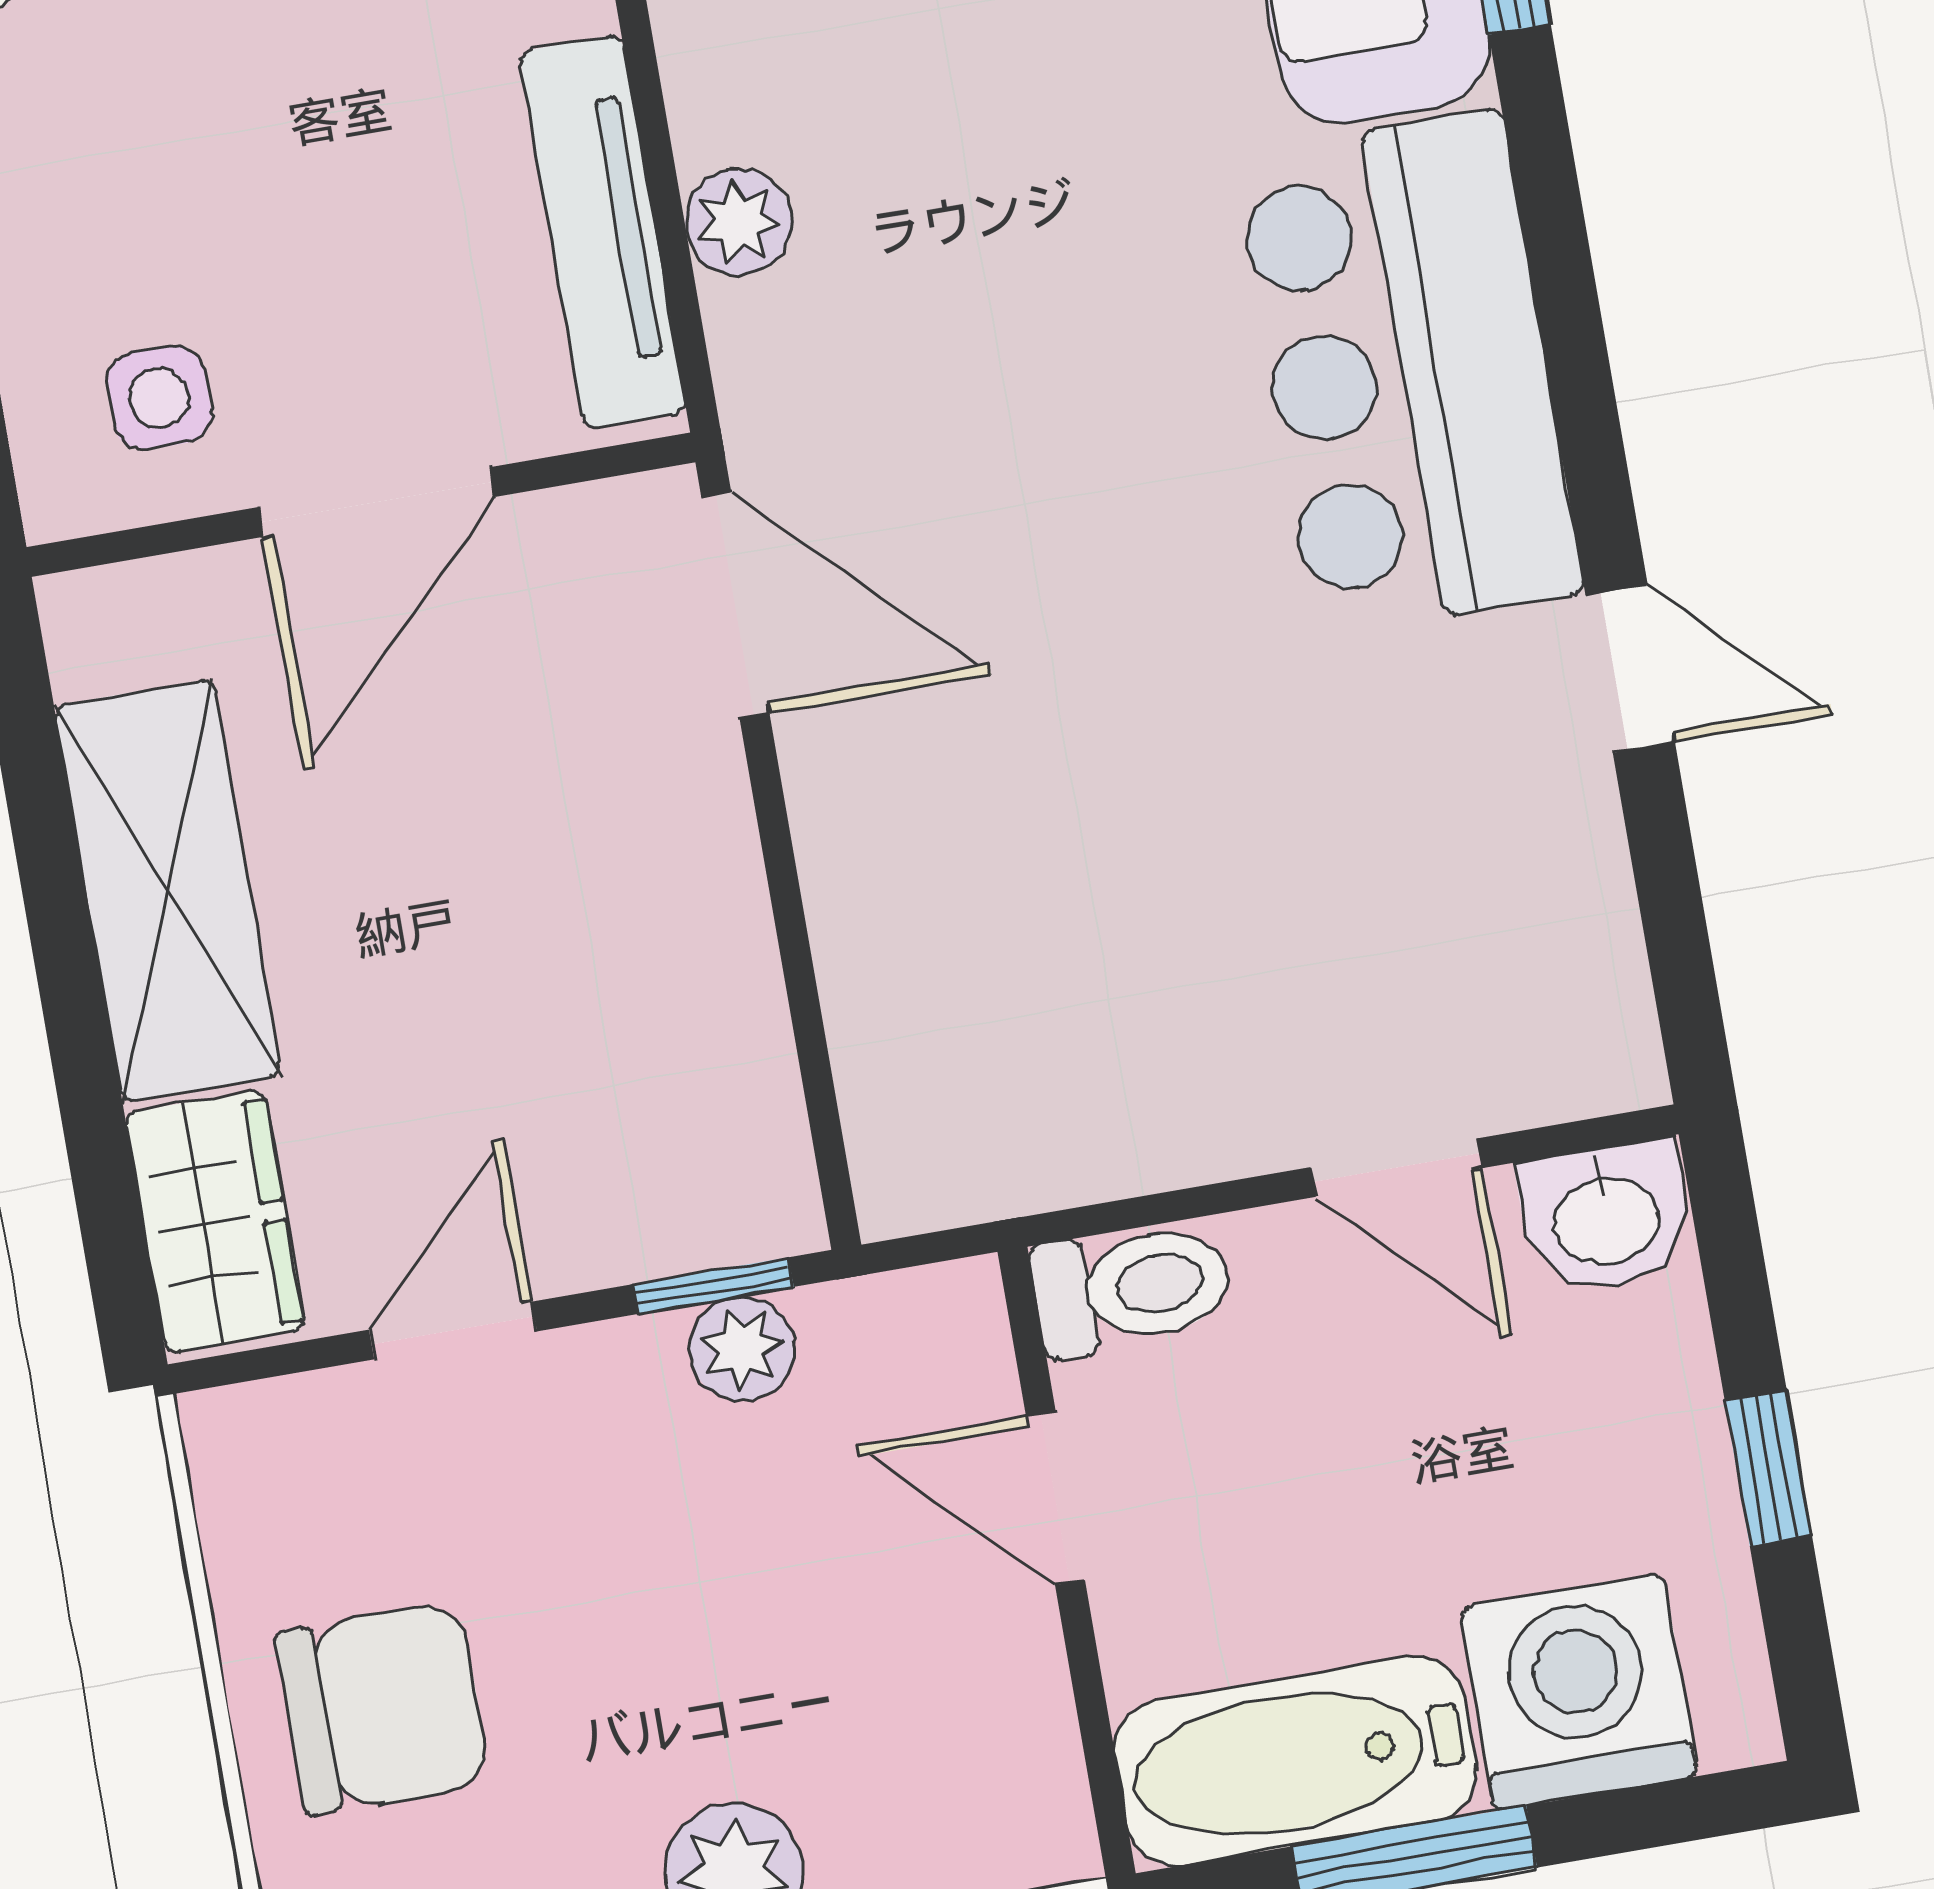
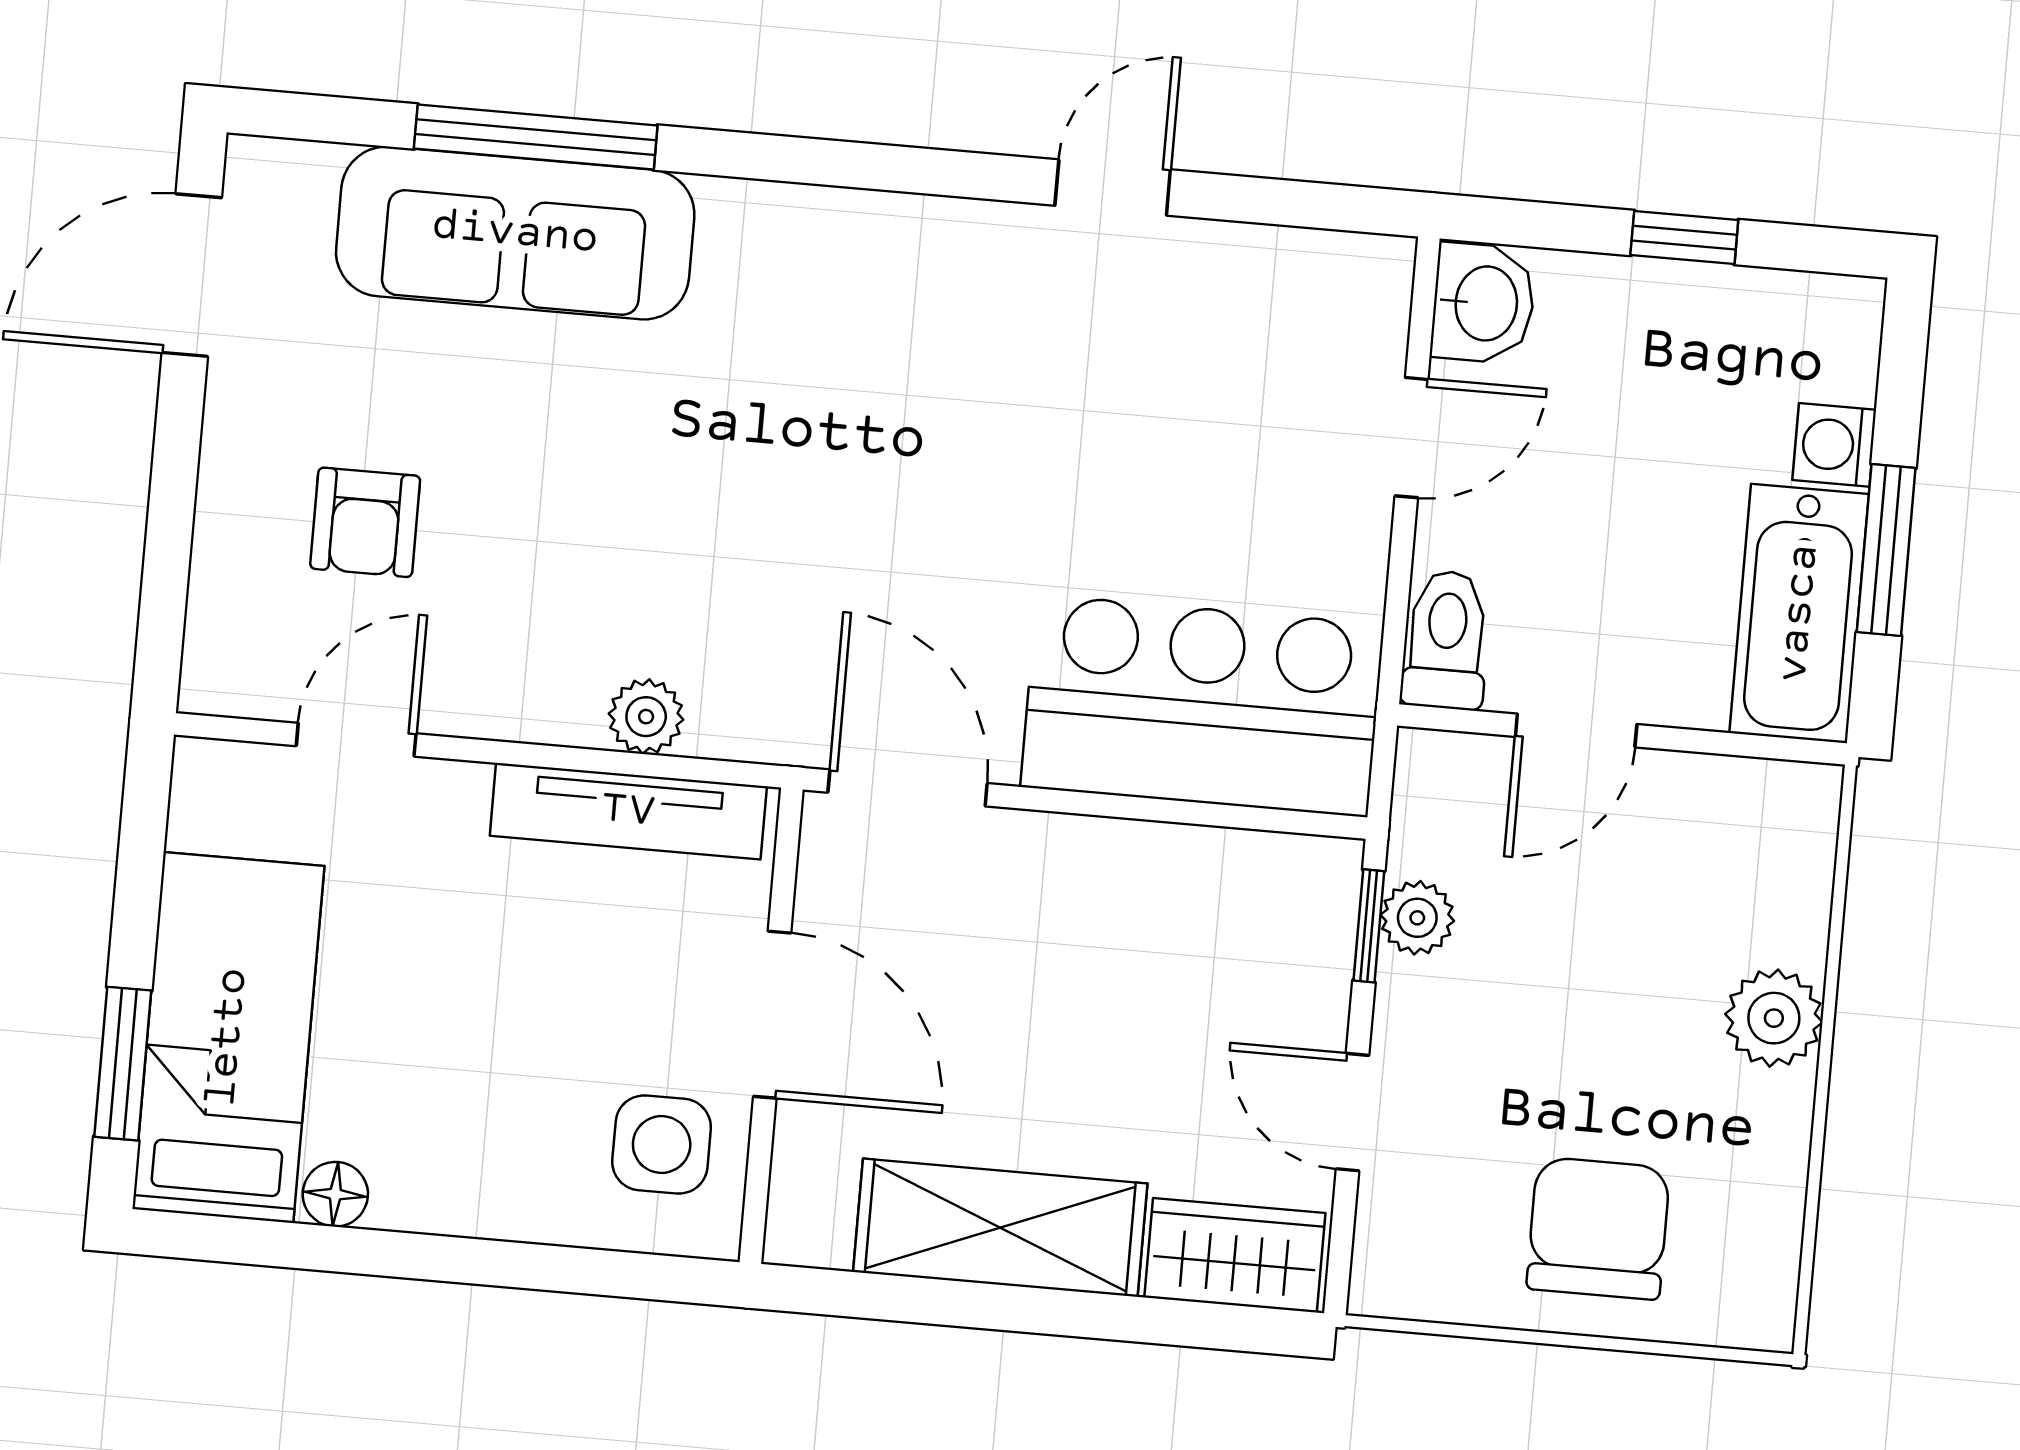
bar counter: (1408, 373) -> (1202, 706), moved, turned 180
side table: (159, 398) -> (662, 1144), width x1.37, depth x1.37
door: (735, 605) -> (908, 788), hinge flipped
washing machine: (1579, 1692) -> (1834, 445), width x0.53, depth x0.53

